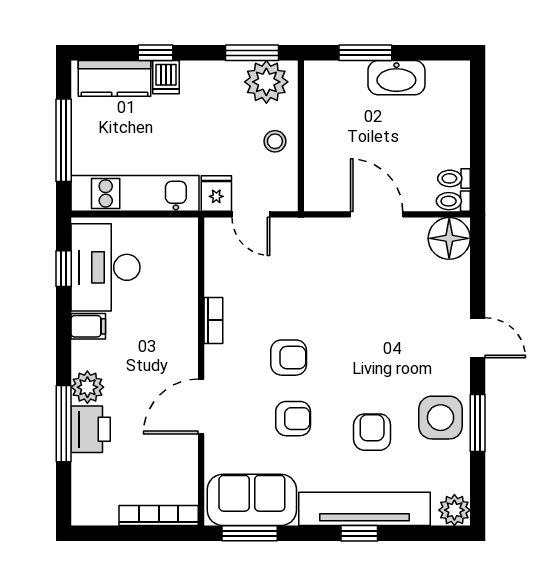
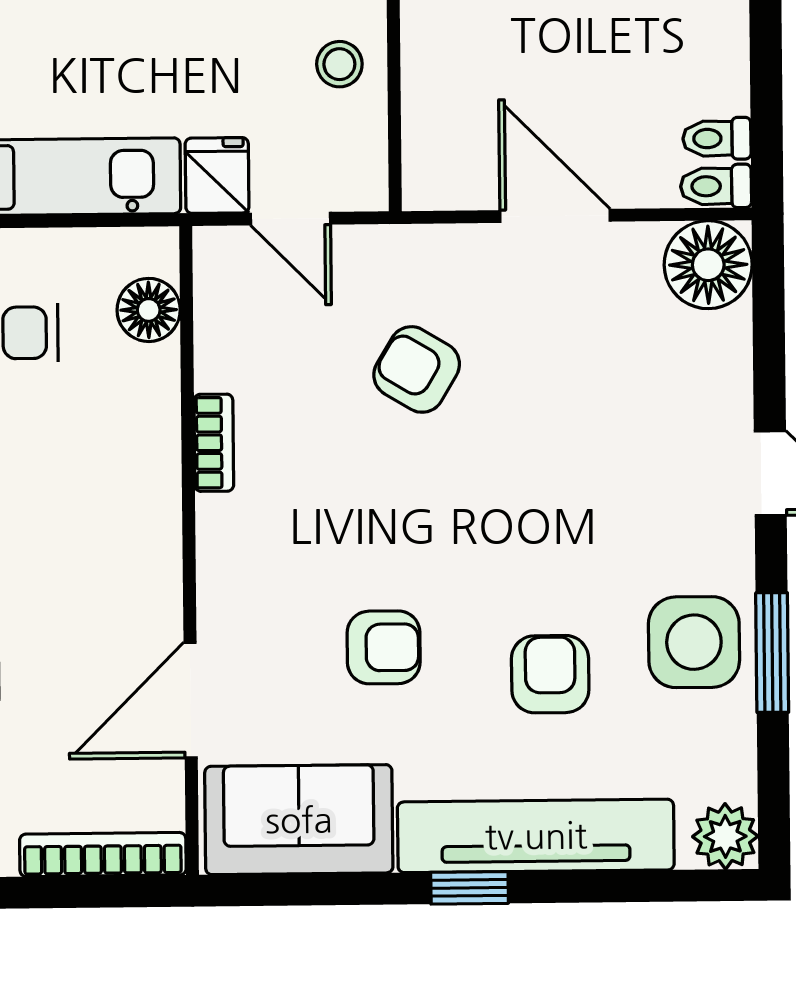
floor lamp: (183, 257) -> (149, 310), added
armchair: (289, 358) -> (417, 369), moved, turned -149
door: (201, 407) -> (191, 700), moved
window: (250, 533) -> (295, 890), removed
window: (359, 533) -> (470, 888), moved

